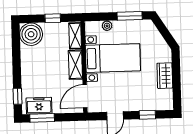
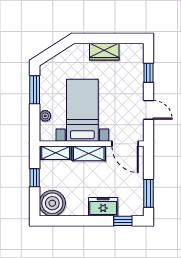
freezer: (39, 106) -> (103, 207), moved, turned 90

